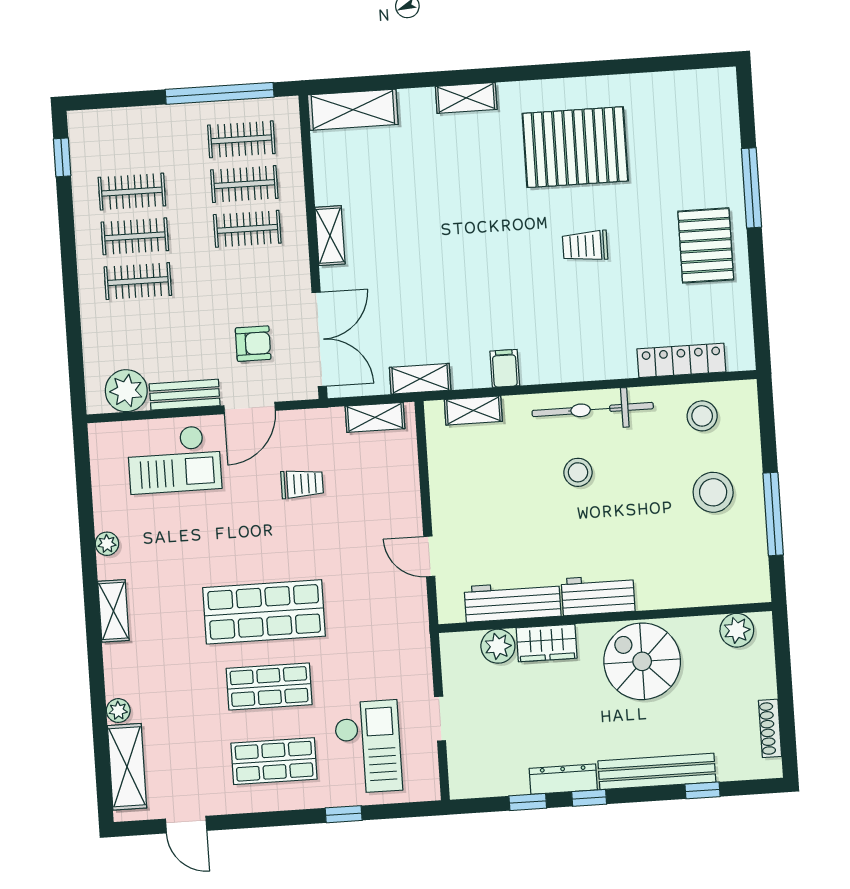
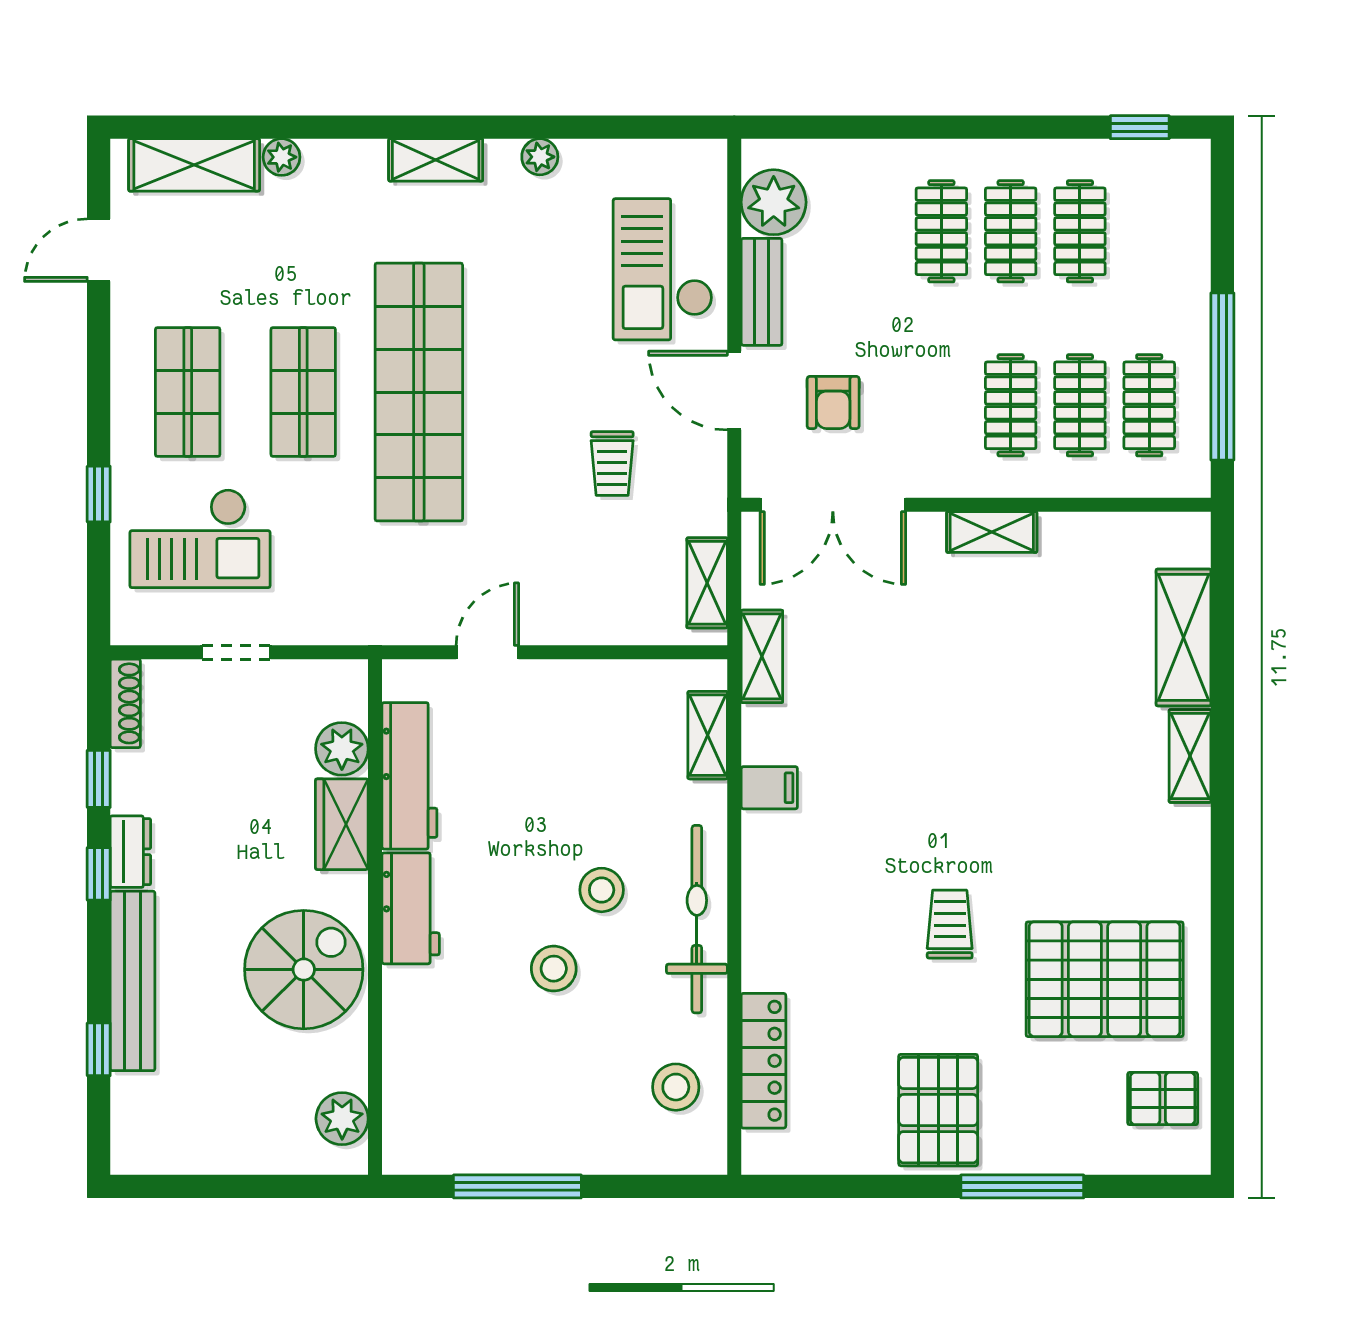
pallet: (689, 101) -> (1163, 1099), added
shelving: (353, 110) -> (1183, 637), moved
pallet: (575, 147) -> (1105, 979), moved, turned 90
pallet: (706, 245) -> (938, 1110), turned 90
stool: (713, 492) -> (554, 969), moved, width x0.73, depth x0.73
shop shelf: (264, 612) -> (419, 392), width x1.40
shoe rack: (770, 728) -> (125, 703), moved, turned 90
dresser: (563, 779) -> (130, 852), width x0.70

